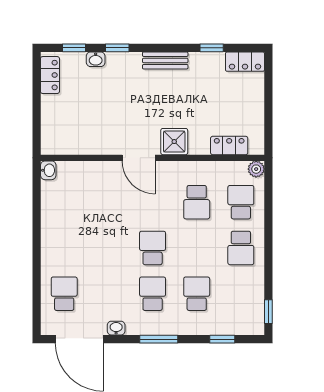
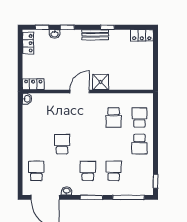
window: (212, 48) -> (107, 27), moved
locker: (229, 146) -> (33, 84), moved
door: (139, 158) -> (80, 91), swing flipped
plant: (256, 169) -> (148, 98), removed
school desk: (153, 248) -> (62, 144), moved
window: (222, 339) -> (128, 197), width x2.17

